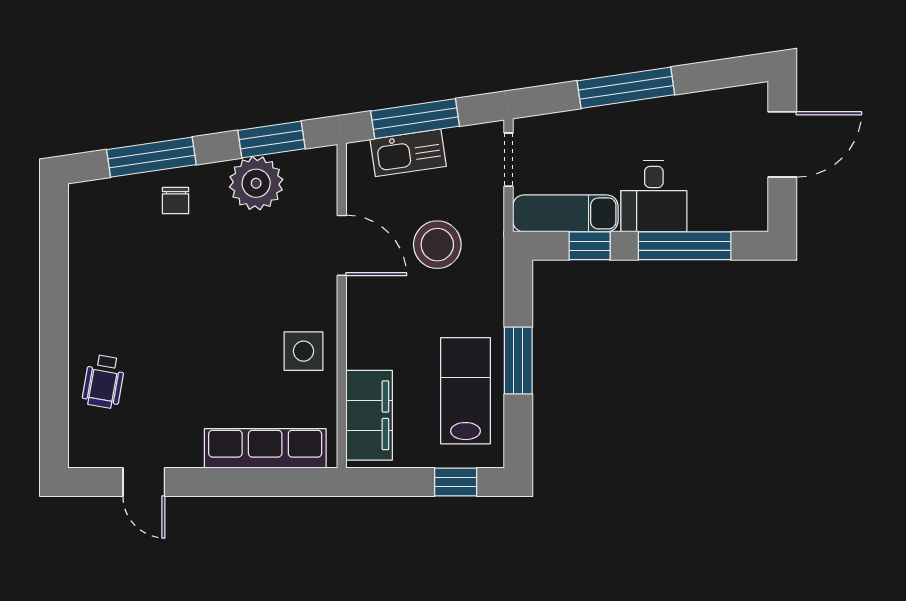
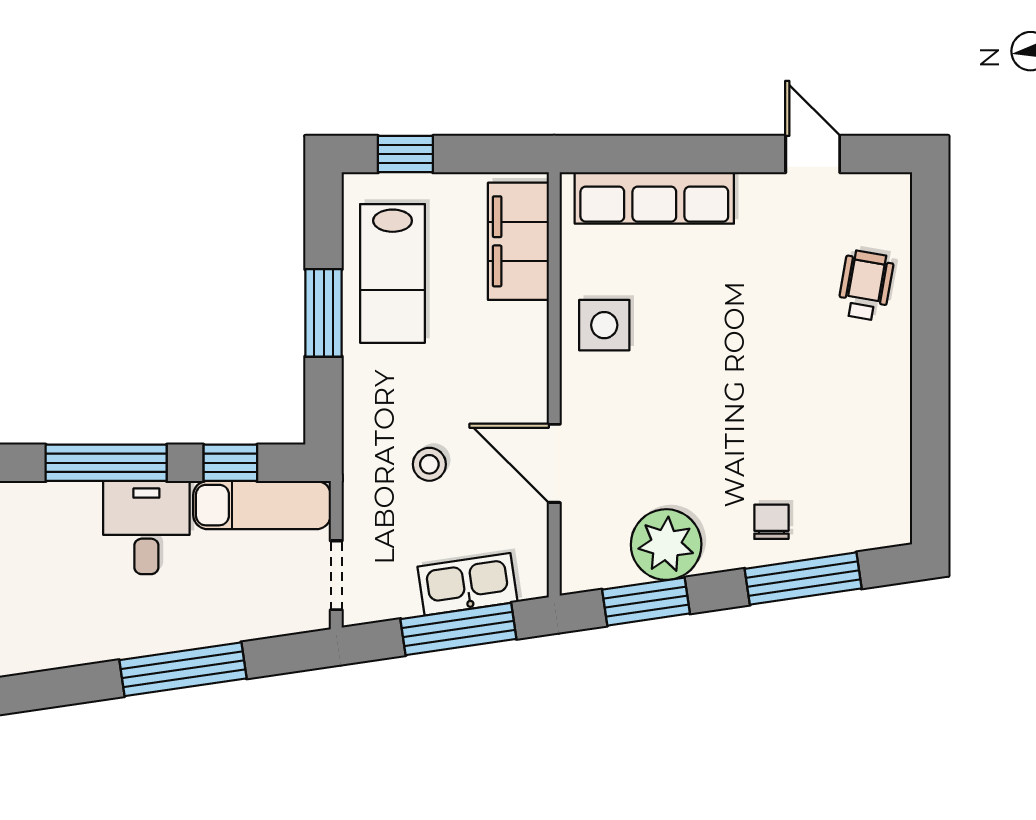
stool: (437, 245) -> (429, 464), width x0.53, depth x0.53

